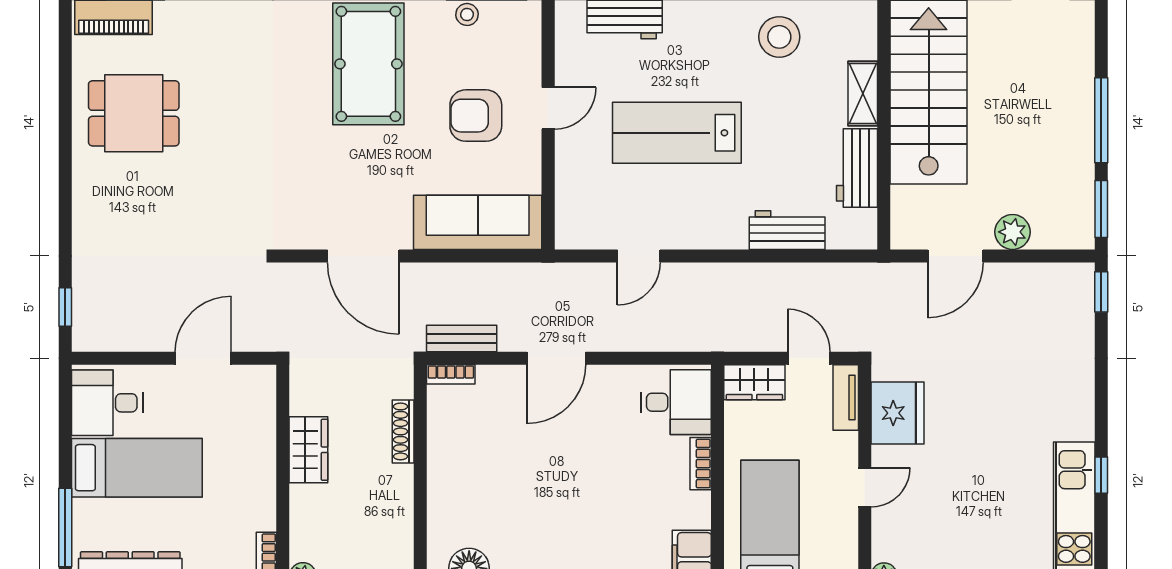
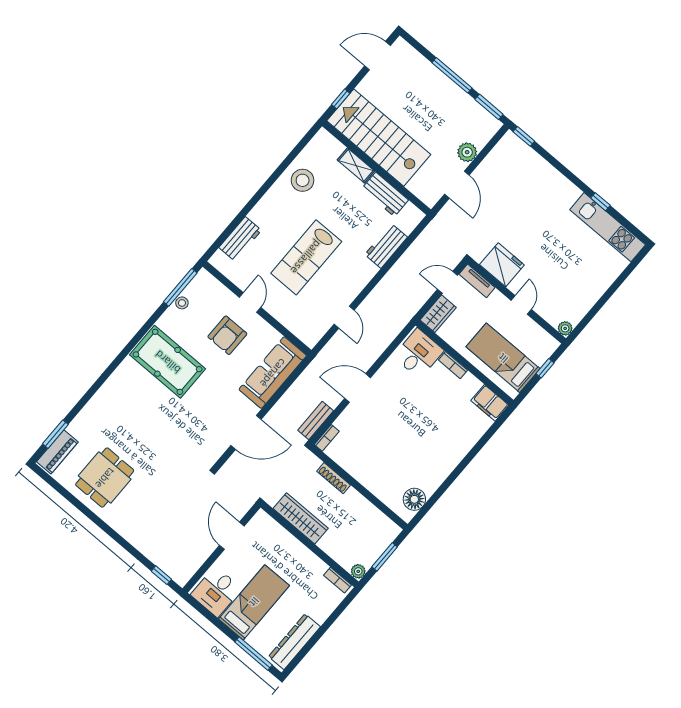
door: (556, 358) -> (358, 388), swing flipped
wardrobe: (308, 450) -> (301, 518), width x1.50

